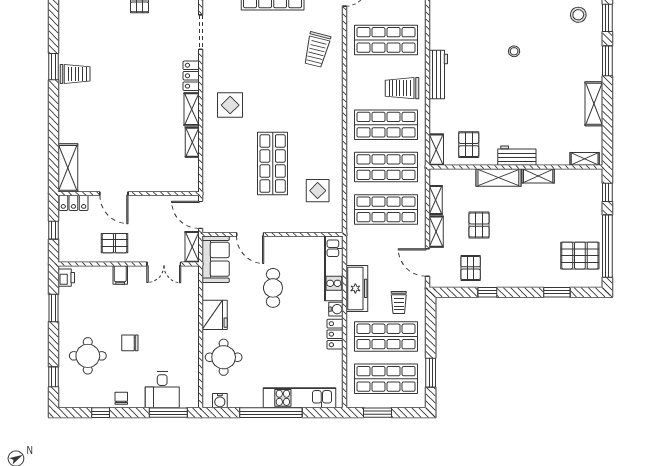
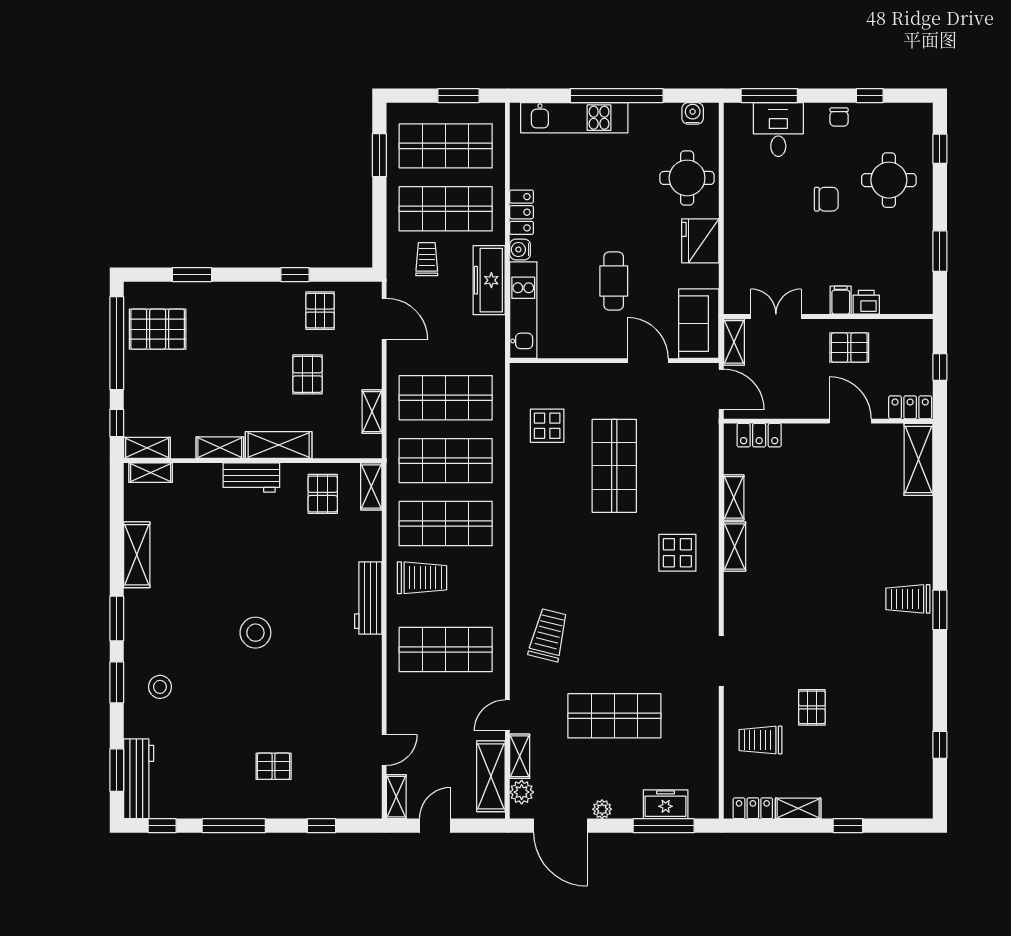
stool: (514, 51) -> (255, 633), width x1.89, depth x1.89
locker: (191, 76) -> (759, 435), moved, turned 90
shelving: (436, 232) -> (147, 448), moved, turned 90
printer: (66, 278) -> (866, 302), moved, turned 90

